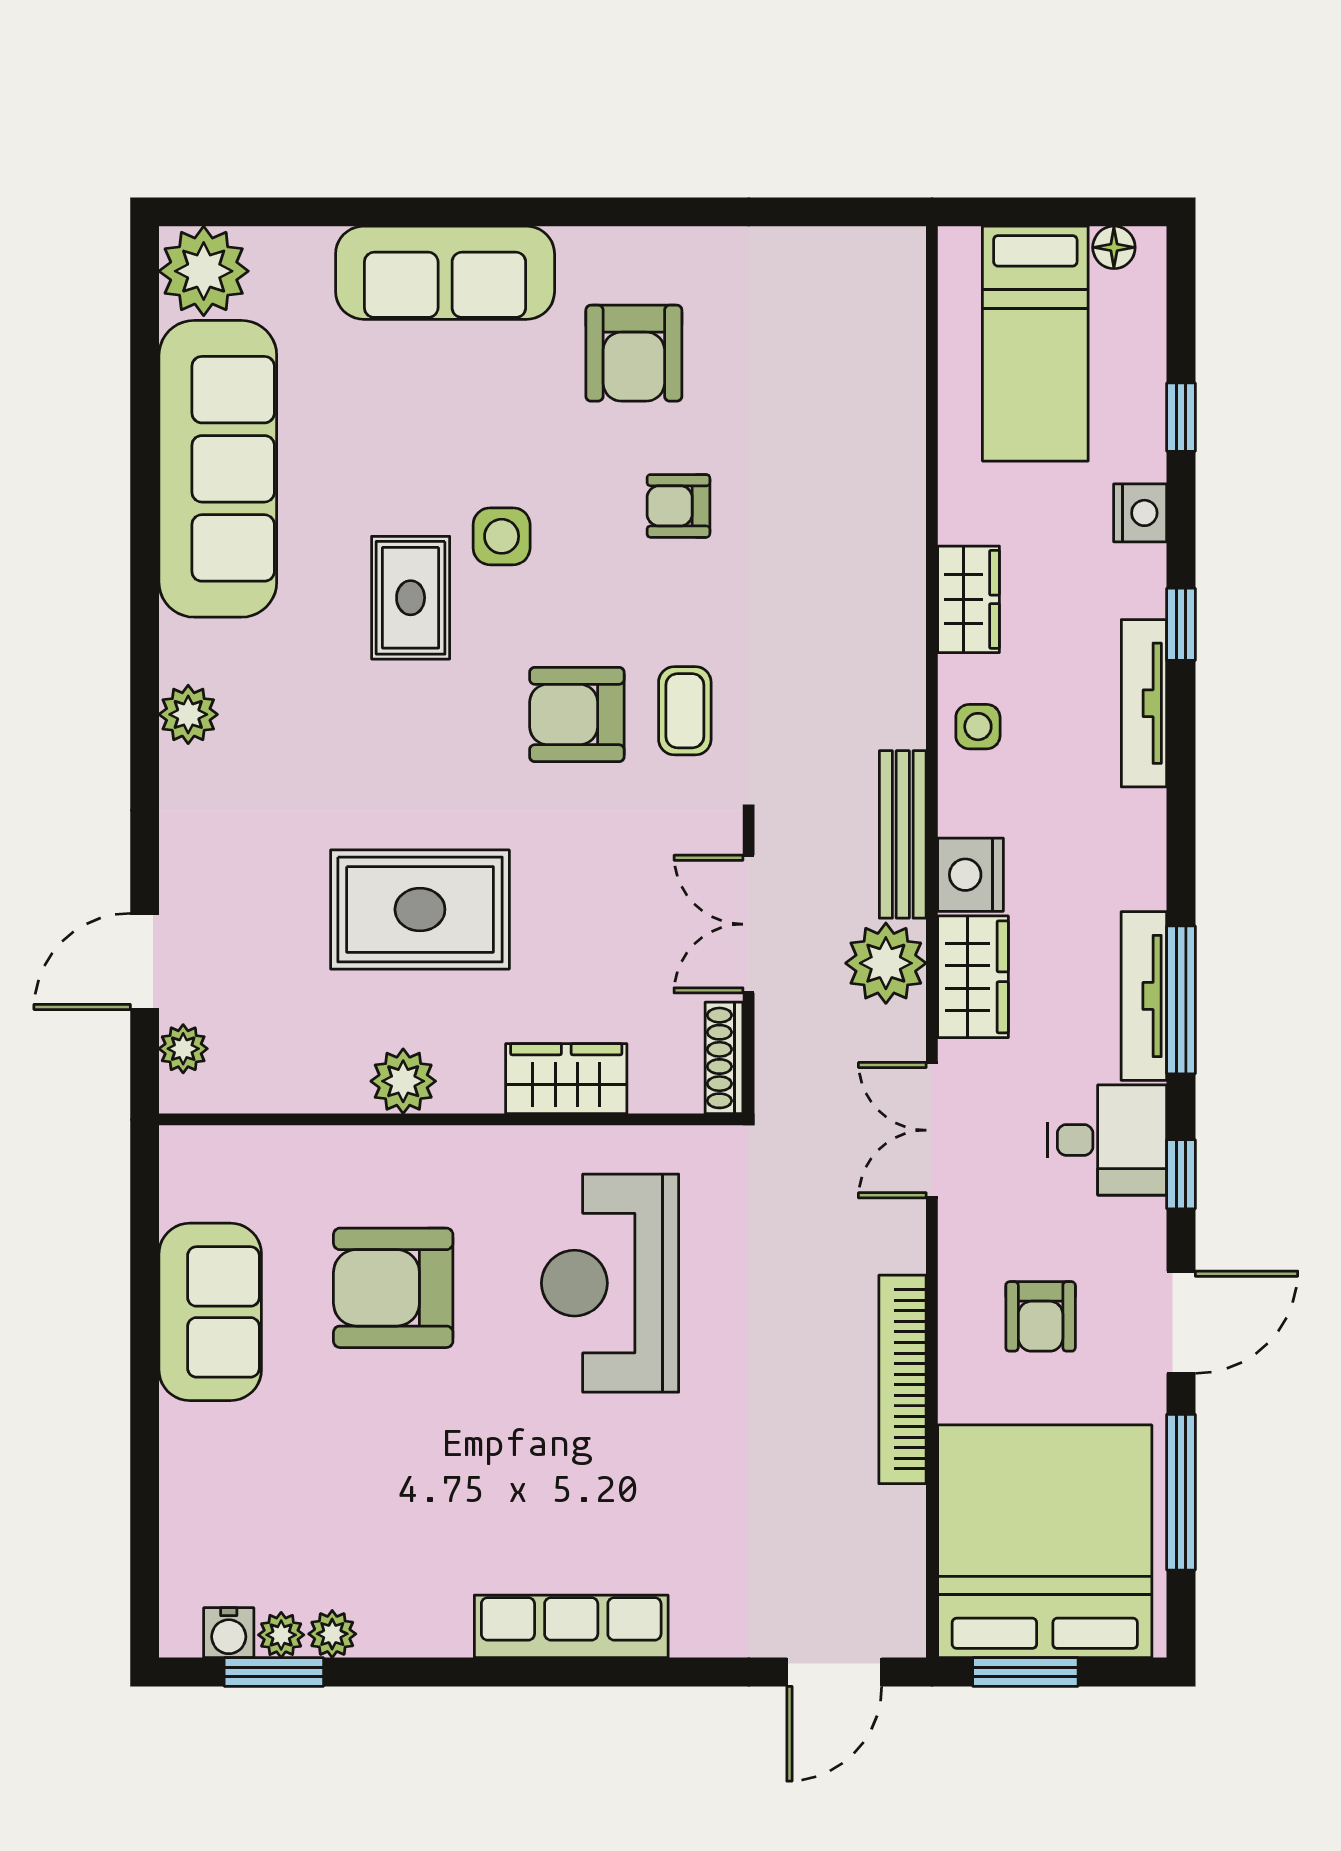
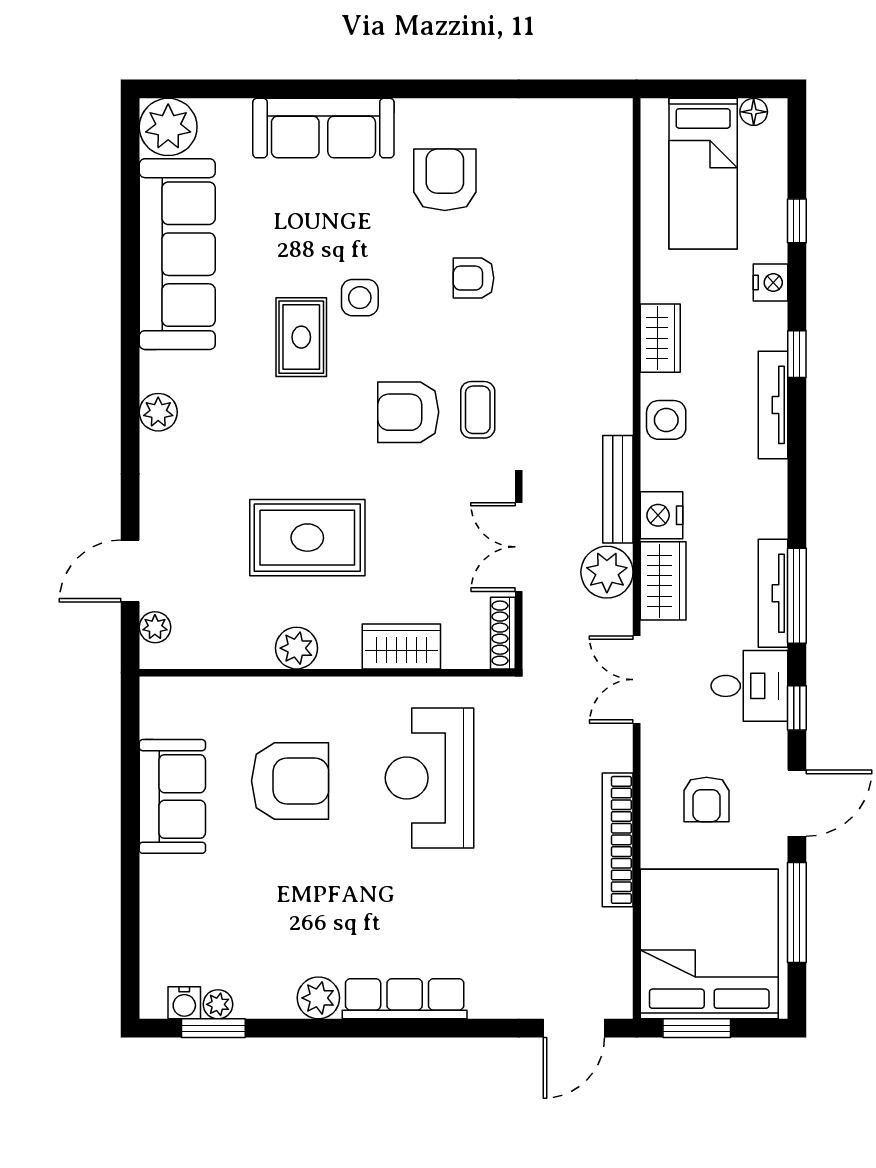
armchair: (634, 353) -> (445, 180), turned 180
side table: (978, 727) -> (666, 420), width x1.37, depth x1.37
armchair: (393, 1288) -> (290, 781), turned 180
plant: (332, 1634) -> (318, 998), moved, width x1.38, depth x1.38

